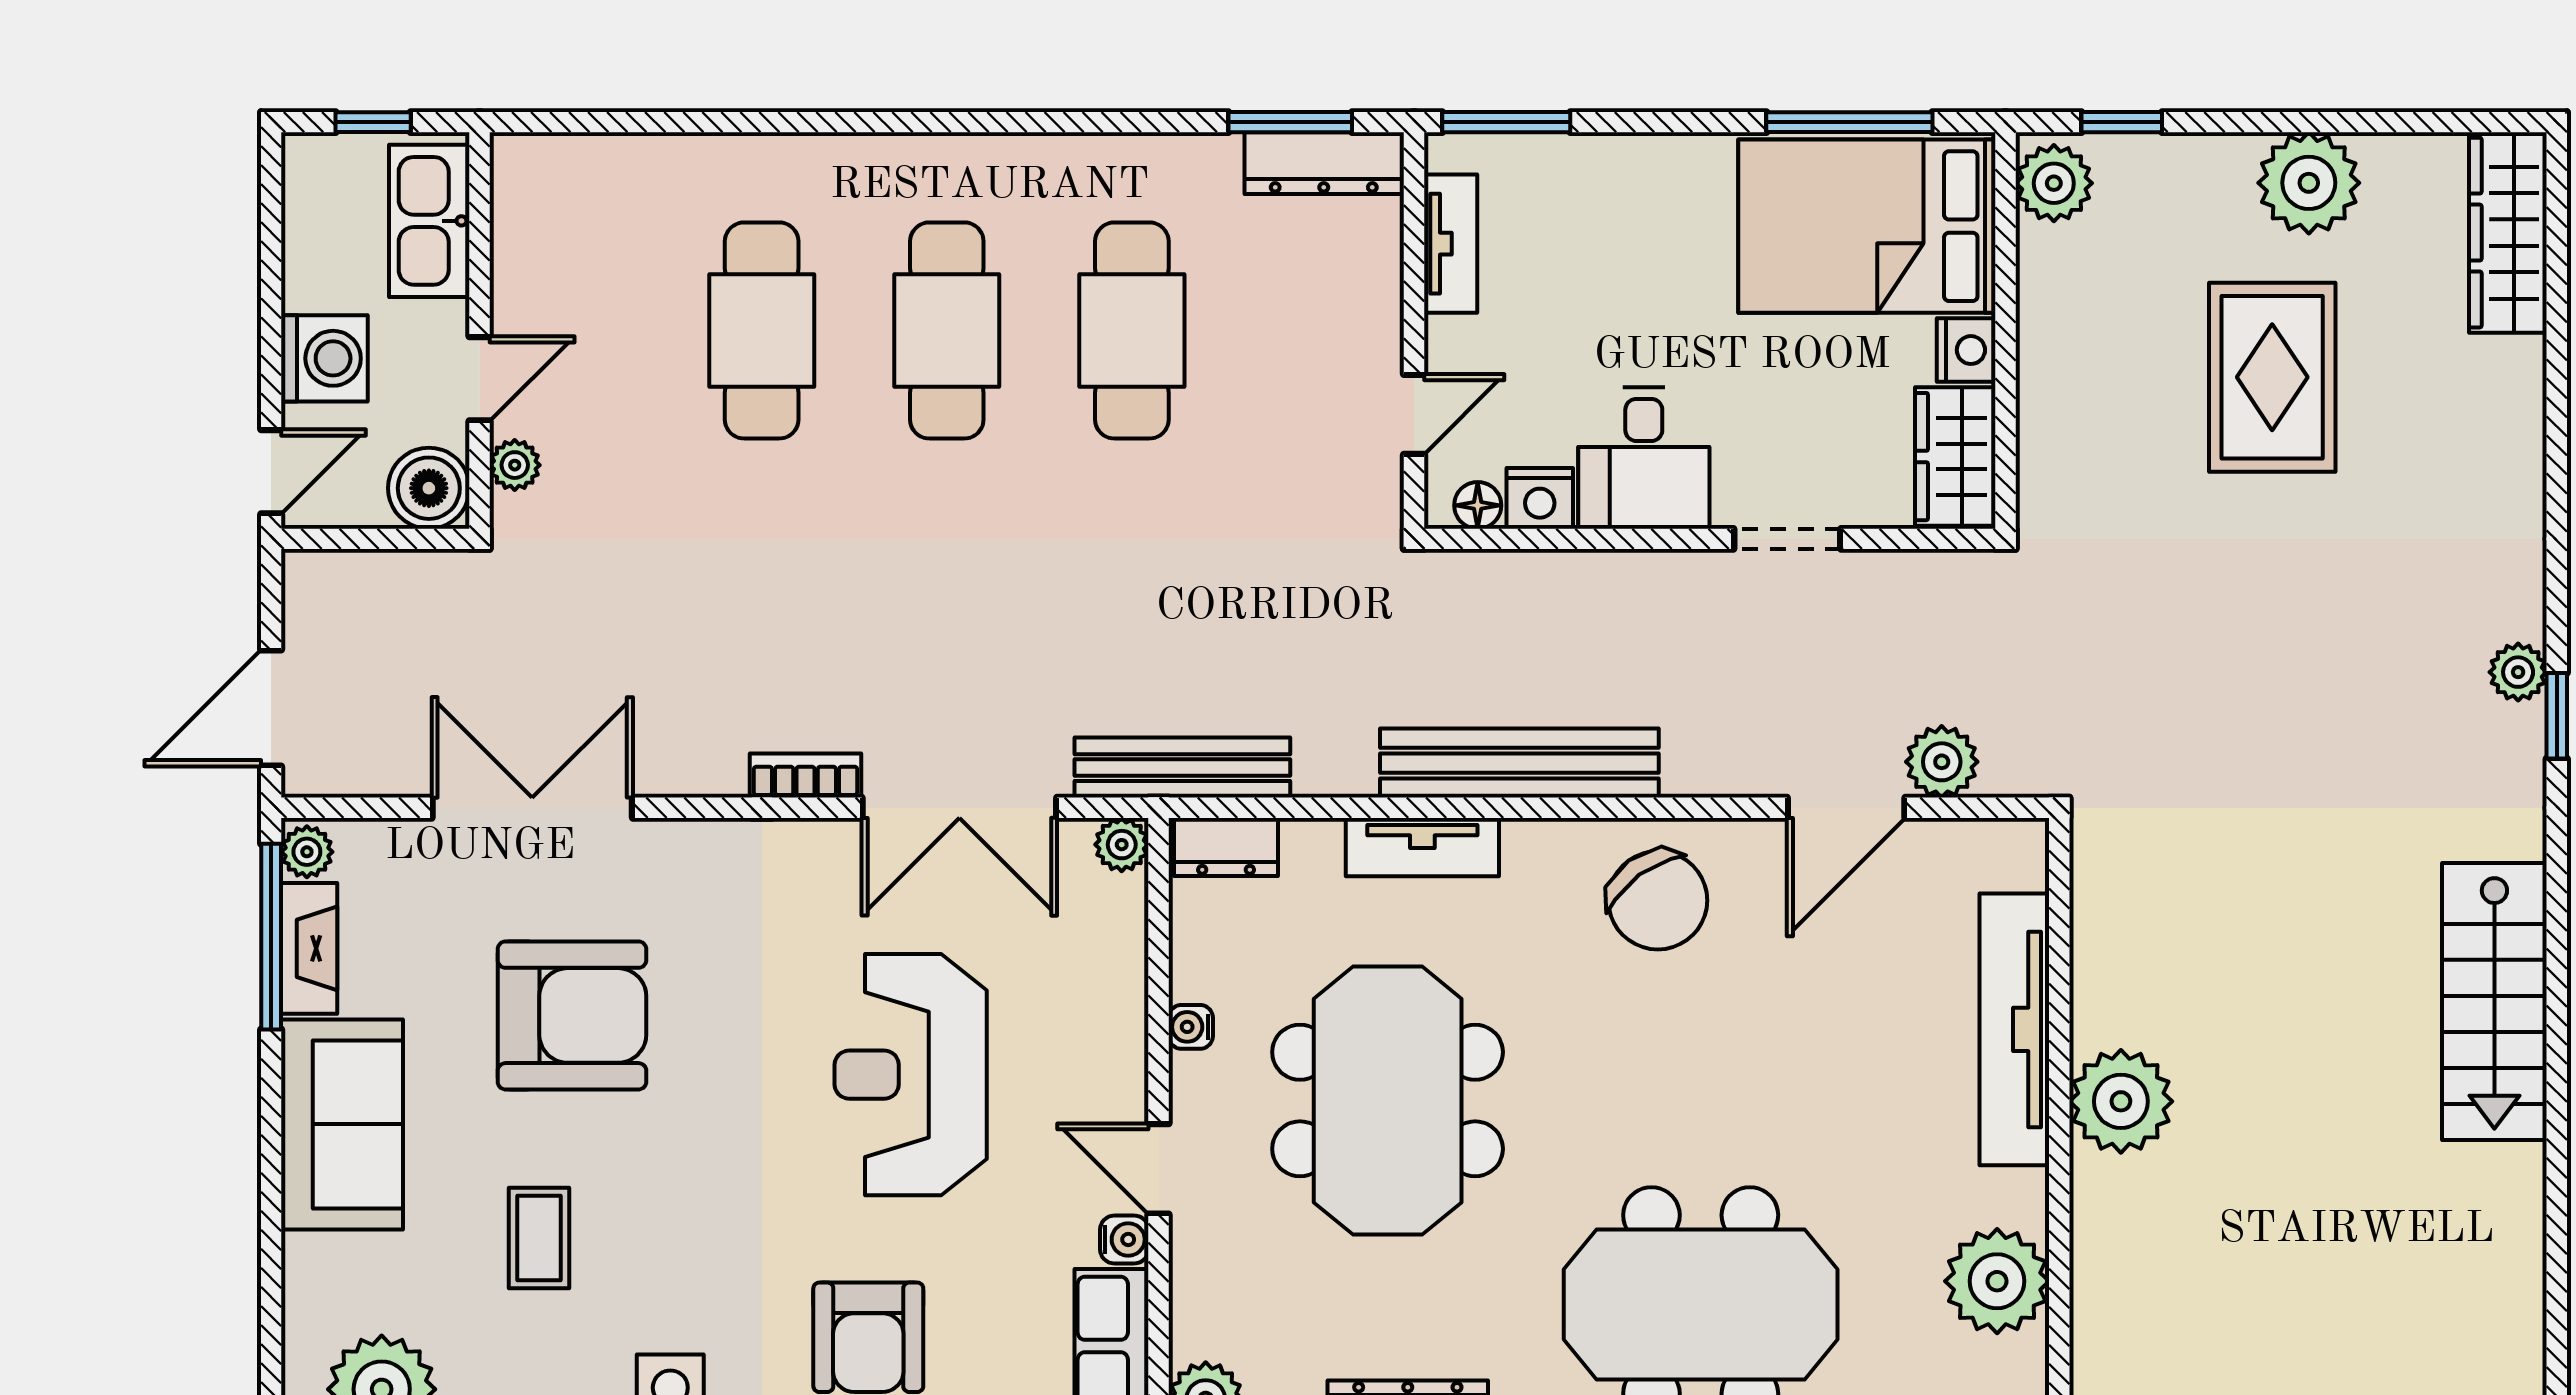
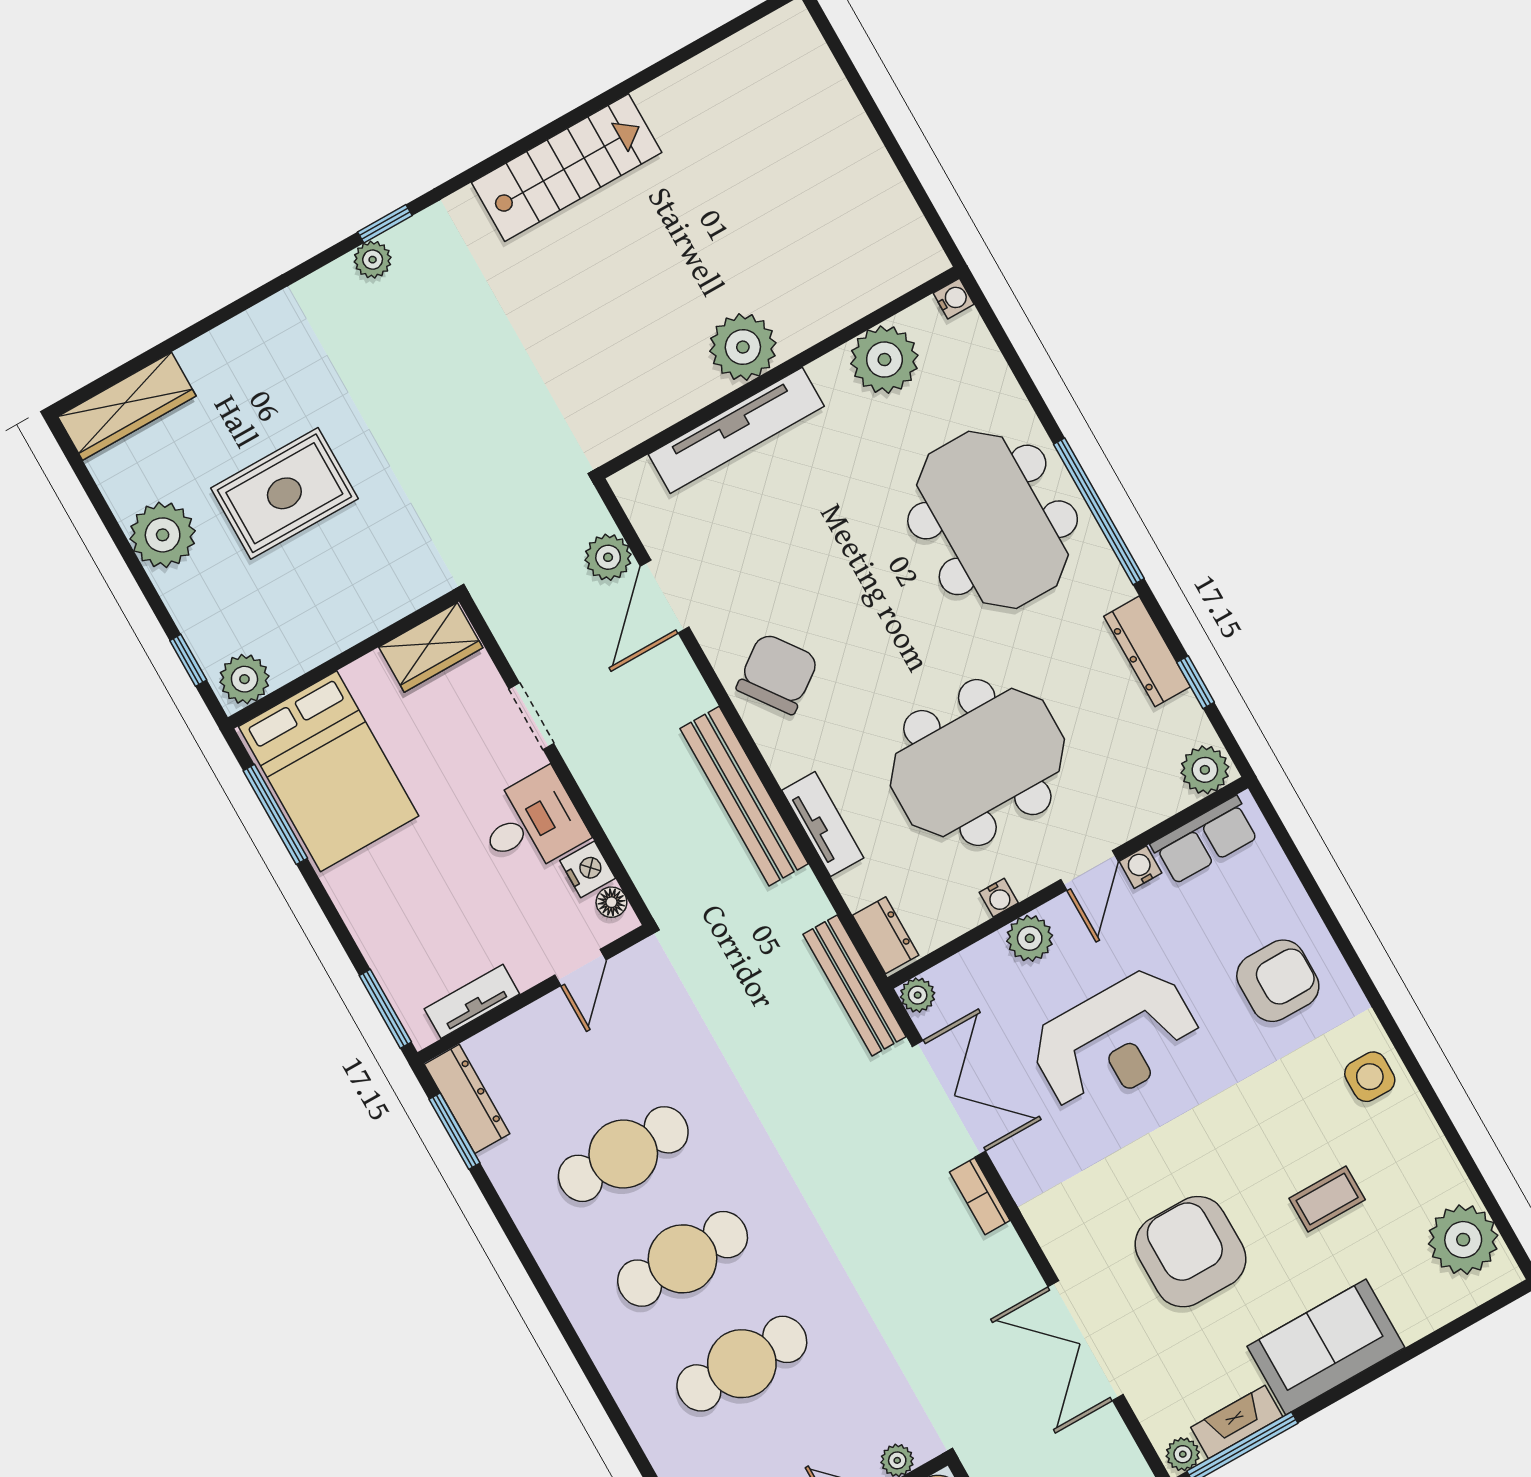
nightstand: (1966, 350) -> (367, 675), removed
door: (1414, 414) -> (580, 967), swing flipped
door: (1846, 808) -> (665, 597), swing flipped
plant: (1113, 1037) -> (1030, 938), added

